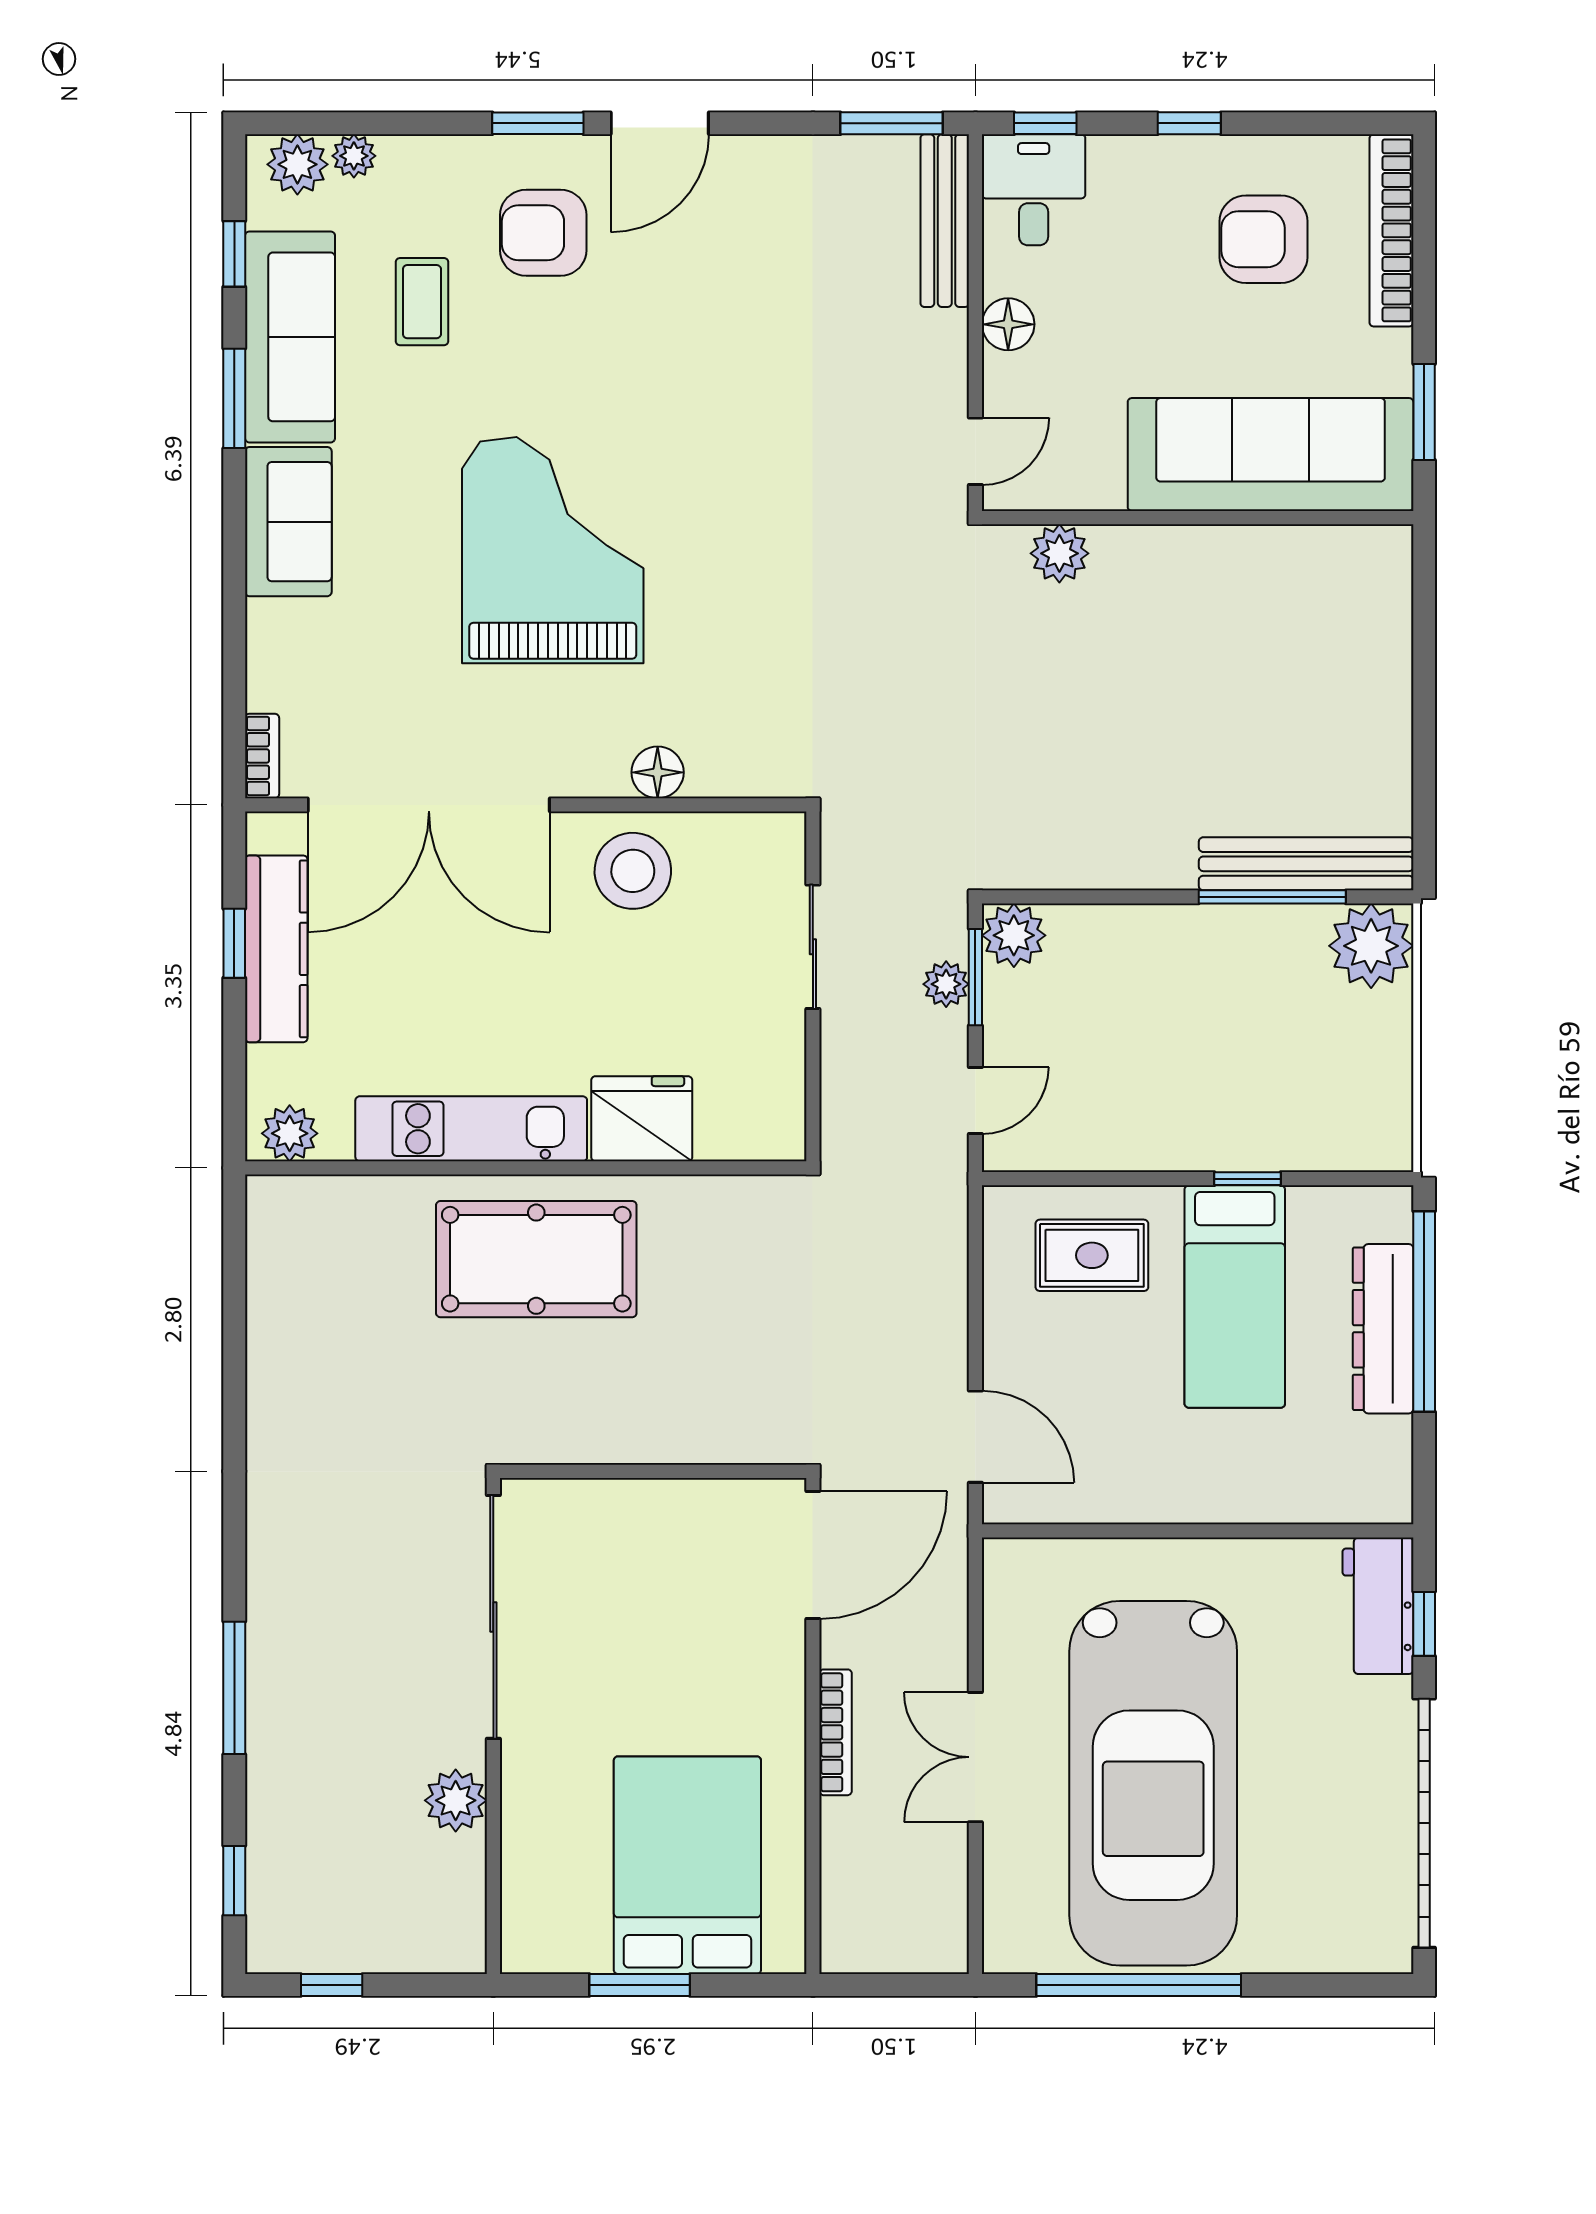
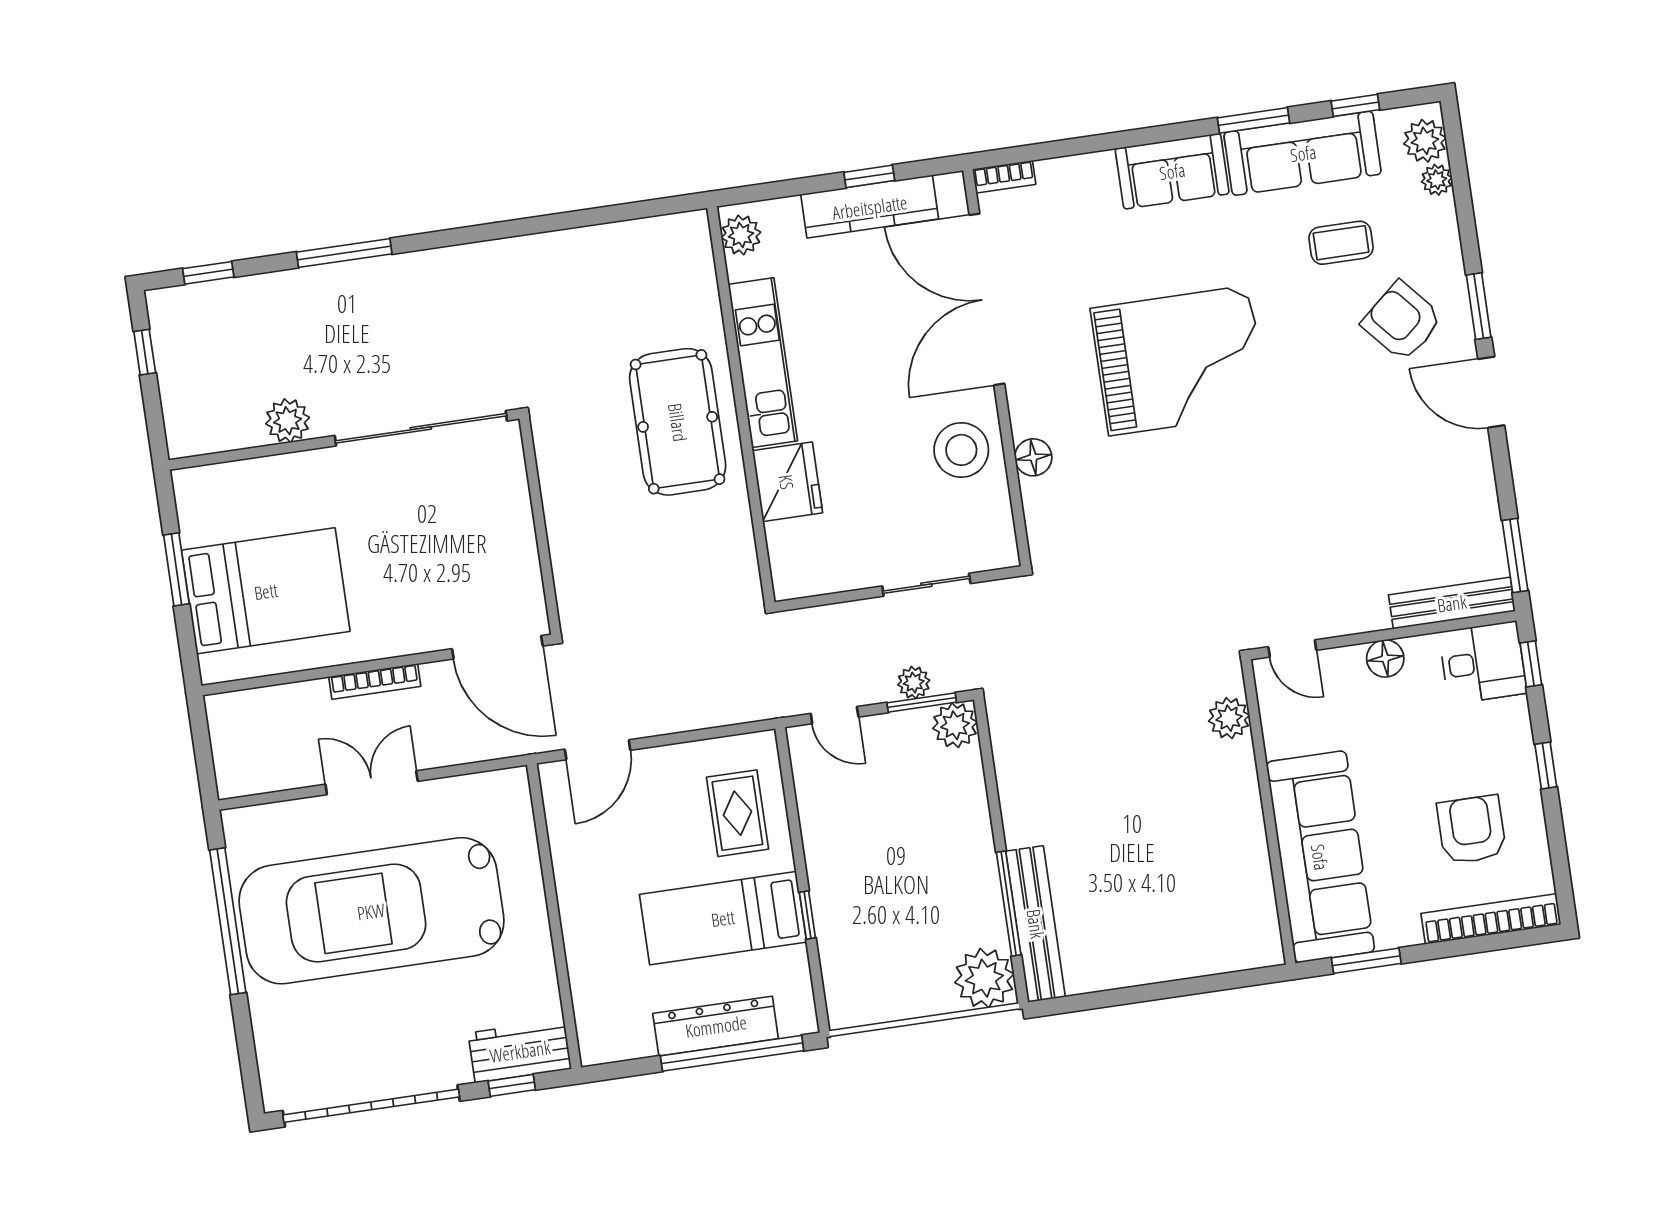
armchair: (543, 233) -> (1402, 321), turned -41

